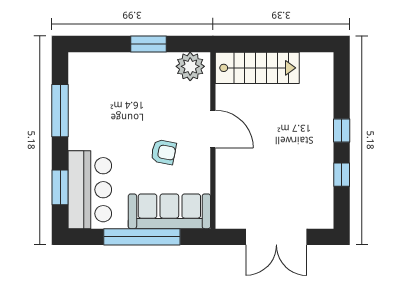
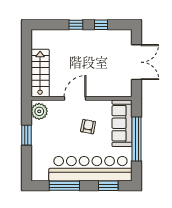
bar counter: (90, 190) -> (90, 169), width x1.86

